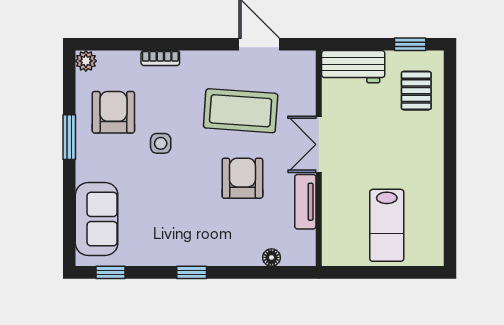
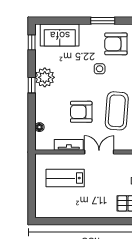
armchair: (113, 112) -> (116, 44), turned 180
armchair: (242, 178) -> (81, 112), turned 180
lab bench: (387, 225) -> (65, 178), moved
plant: (177, 247) -> (45, 77), added

